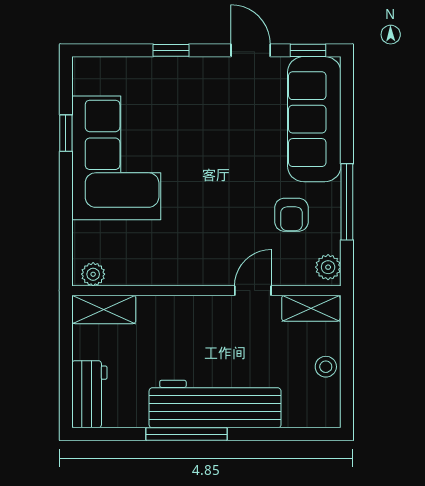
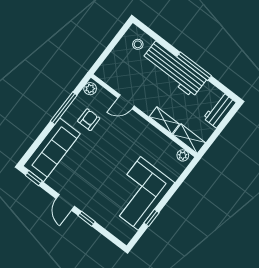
door: (251, 50) -> (65, 202), moved
shelving: (311, 308) -> (164, 120), moved
stool: (326, 367) -> (138, 44), moved

